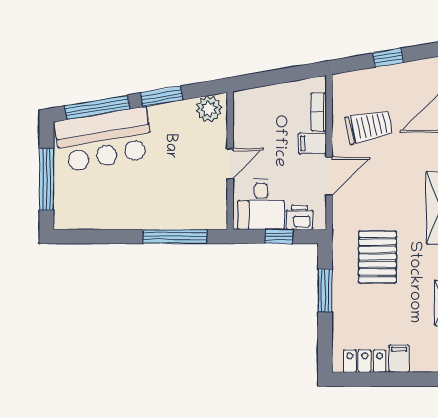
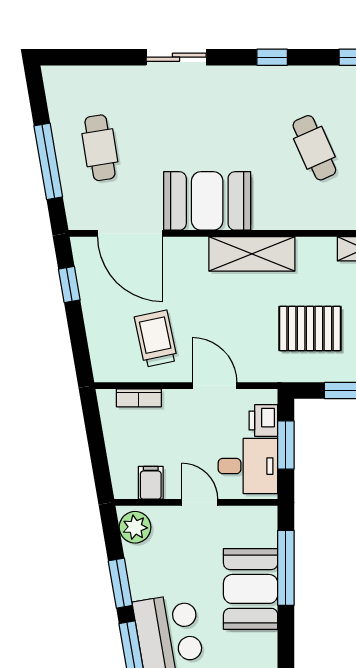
window: (388, 58) -> (69, 285), moved
filing cabinet: (312, 143) -> (151, 483), moved, turned 180
booth: (157, 207) -> (251, 589), added
window: (279, 236) -> (286, 445), width x1.50

